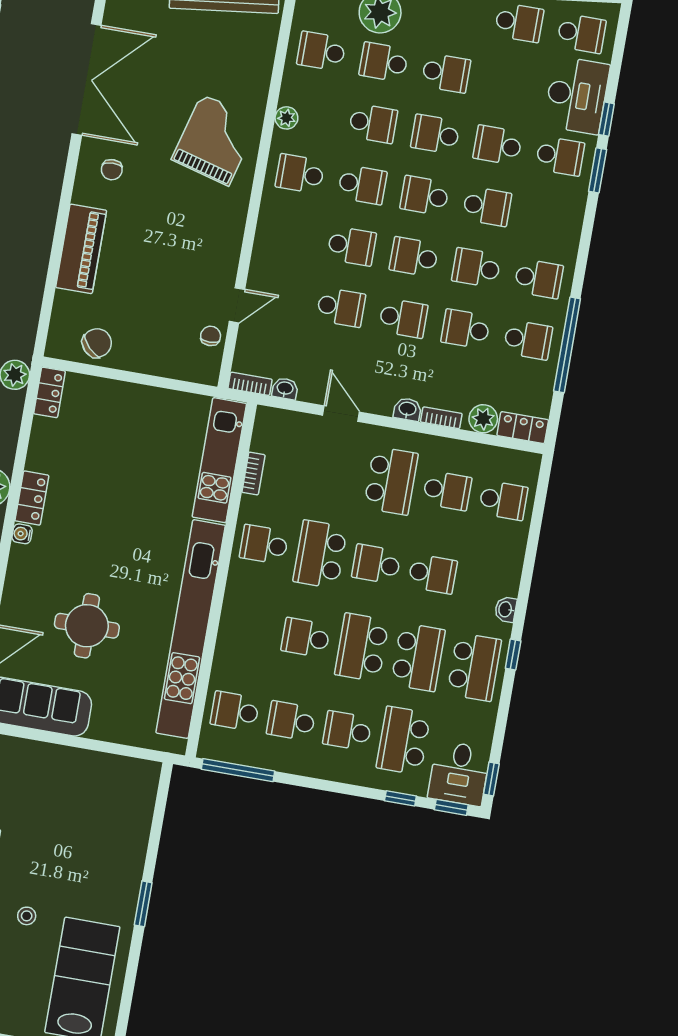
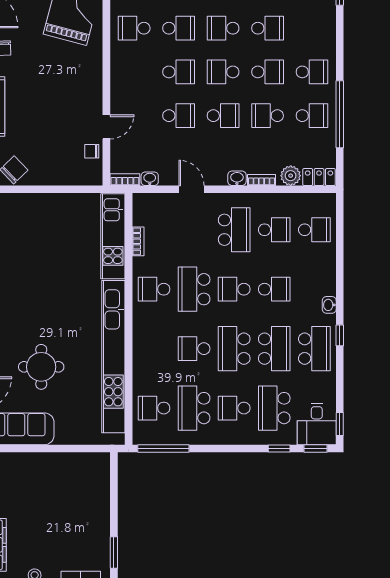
school desk: (476, 268) -> (268, 72), turned 180
chair: (211, 336) -> (92, 151), turned -90
school desk: (291, 721) -> (194, 408), width x1.85

